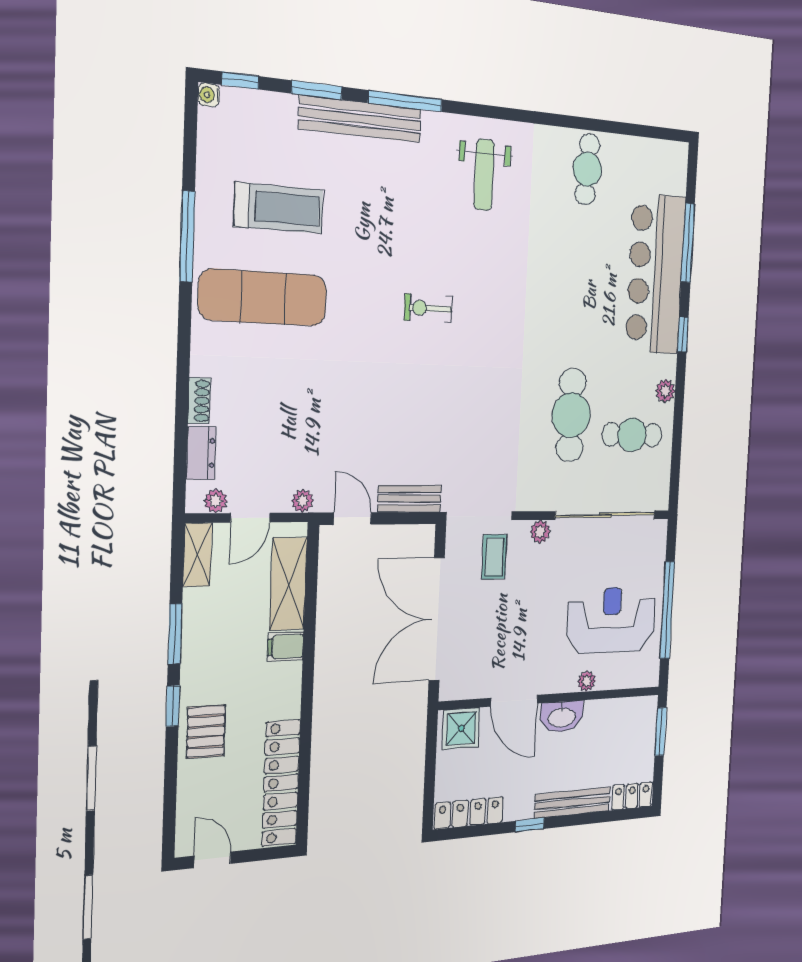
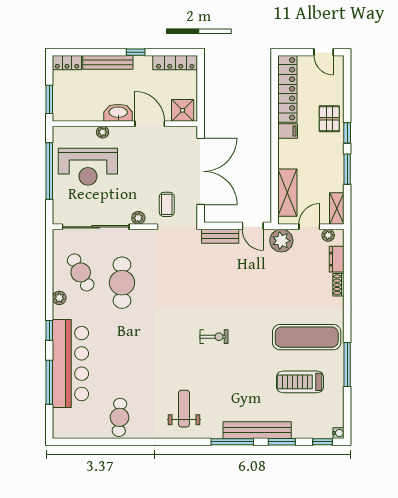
cafe table: (632, 435) -> (81, 272), turned 62
plant: (302, 501) -> (281, 241), width x1.88, depth x1.88
filing cabinet: (286, 647) -> (288, 131), moved

